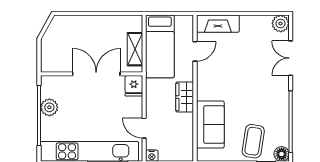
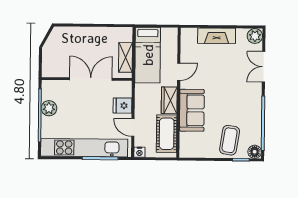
fireplace: (218, 24) -> (217, 36), moved
door: (195, 51) -> (179, 72), moved
fridge: (134, 86) -> (123, 106), moved, turned 90
sofa: (210, 124) -> (192, 110), moved
cot: (182, 135) -> (167, 134), added

